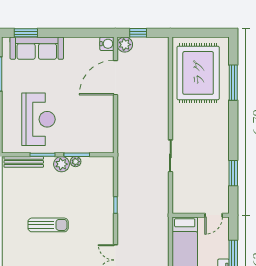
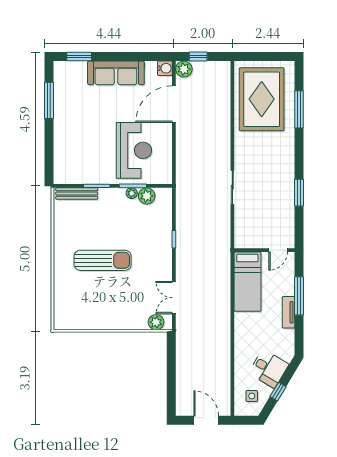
sofa: (37, 48) -> (116, 73), moved
reception desk: (38, 119) -> (134, 150), moved
plant: (62, 164) -> (147, 196), moved
window: (233, 173) -> (299, 193), moved
sun lounger: (48, 225) -> (103, 260), width x1.36, depth x1.34

